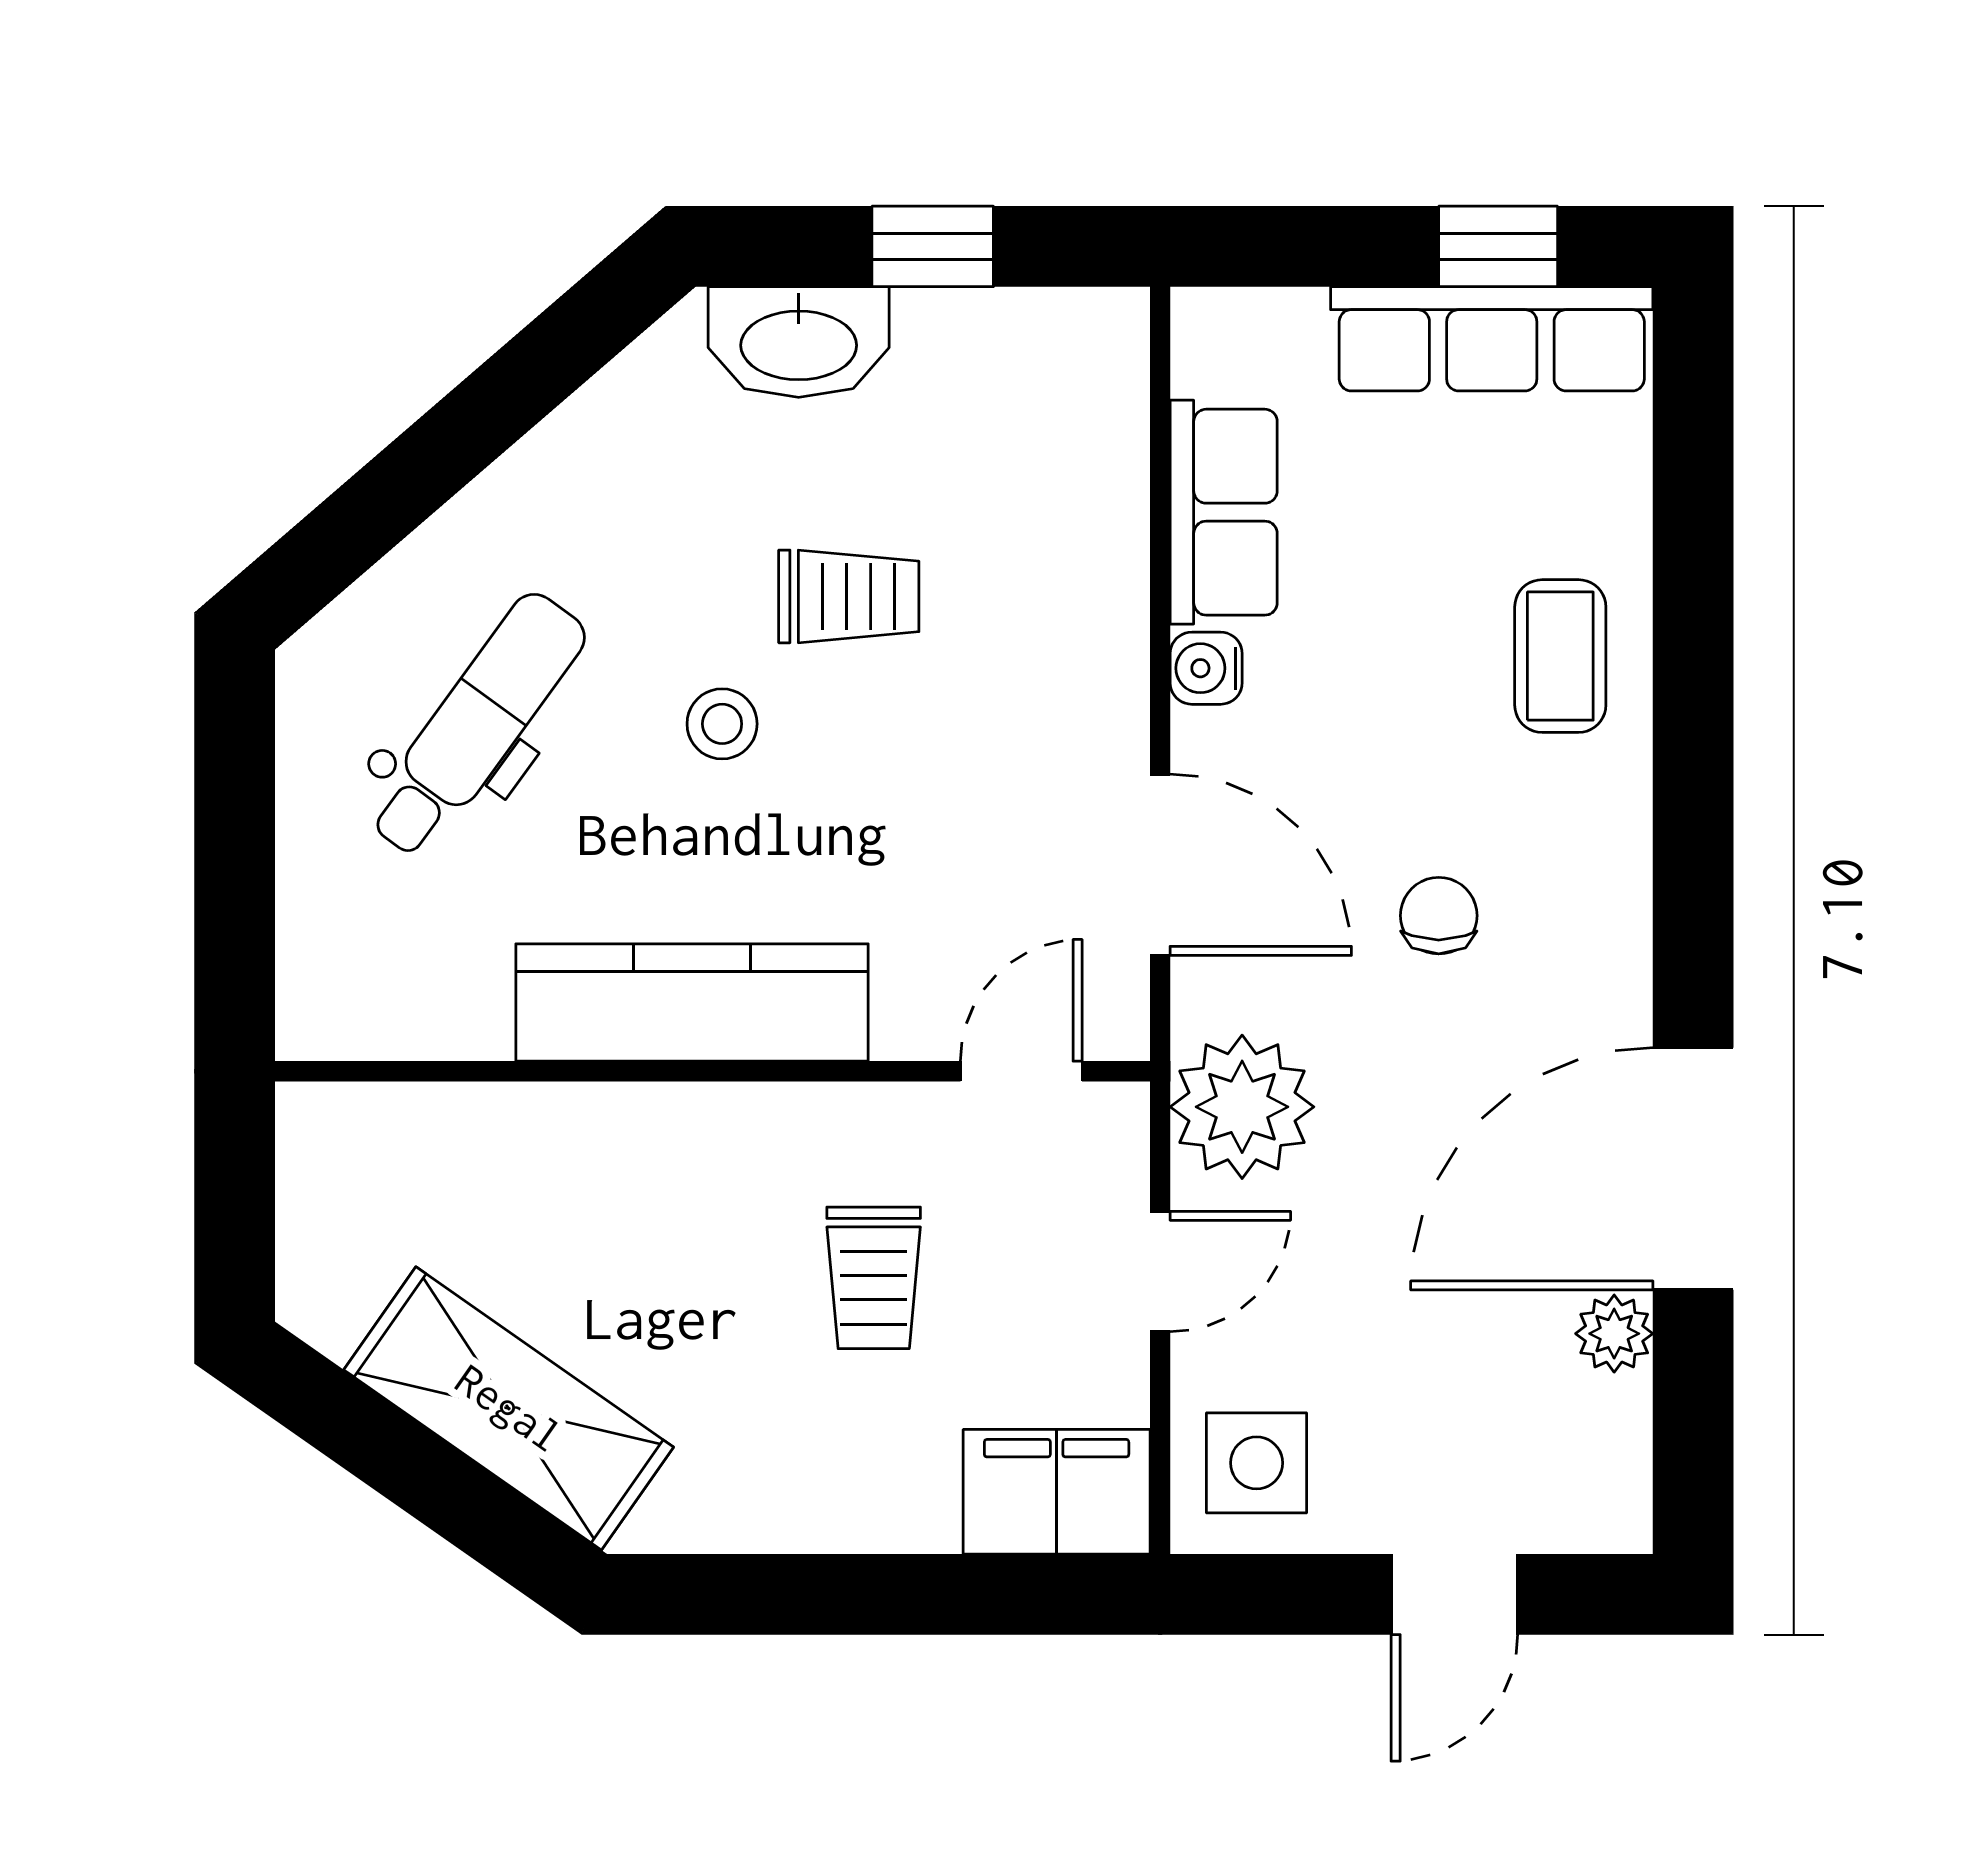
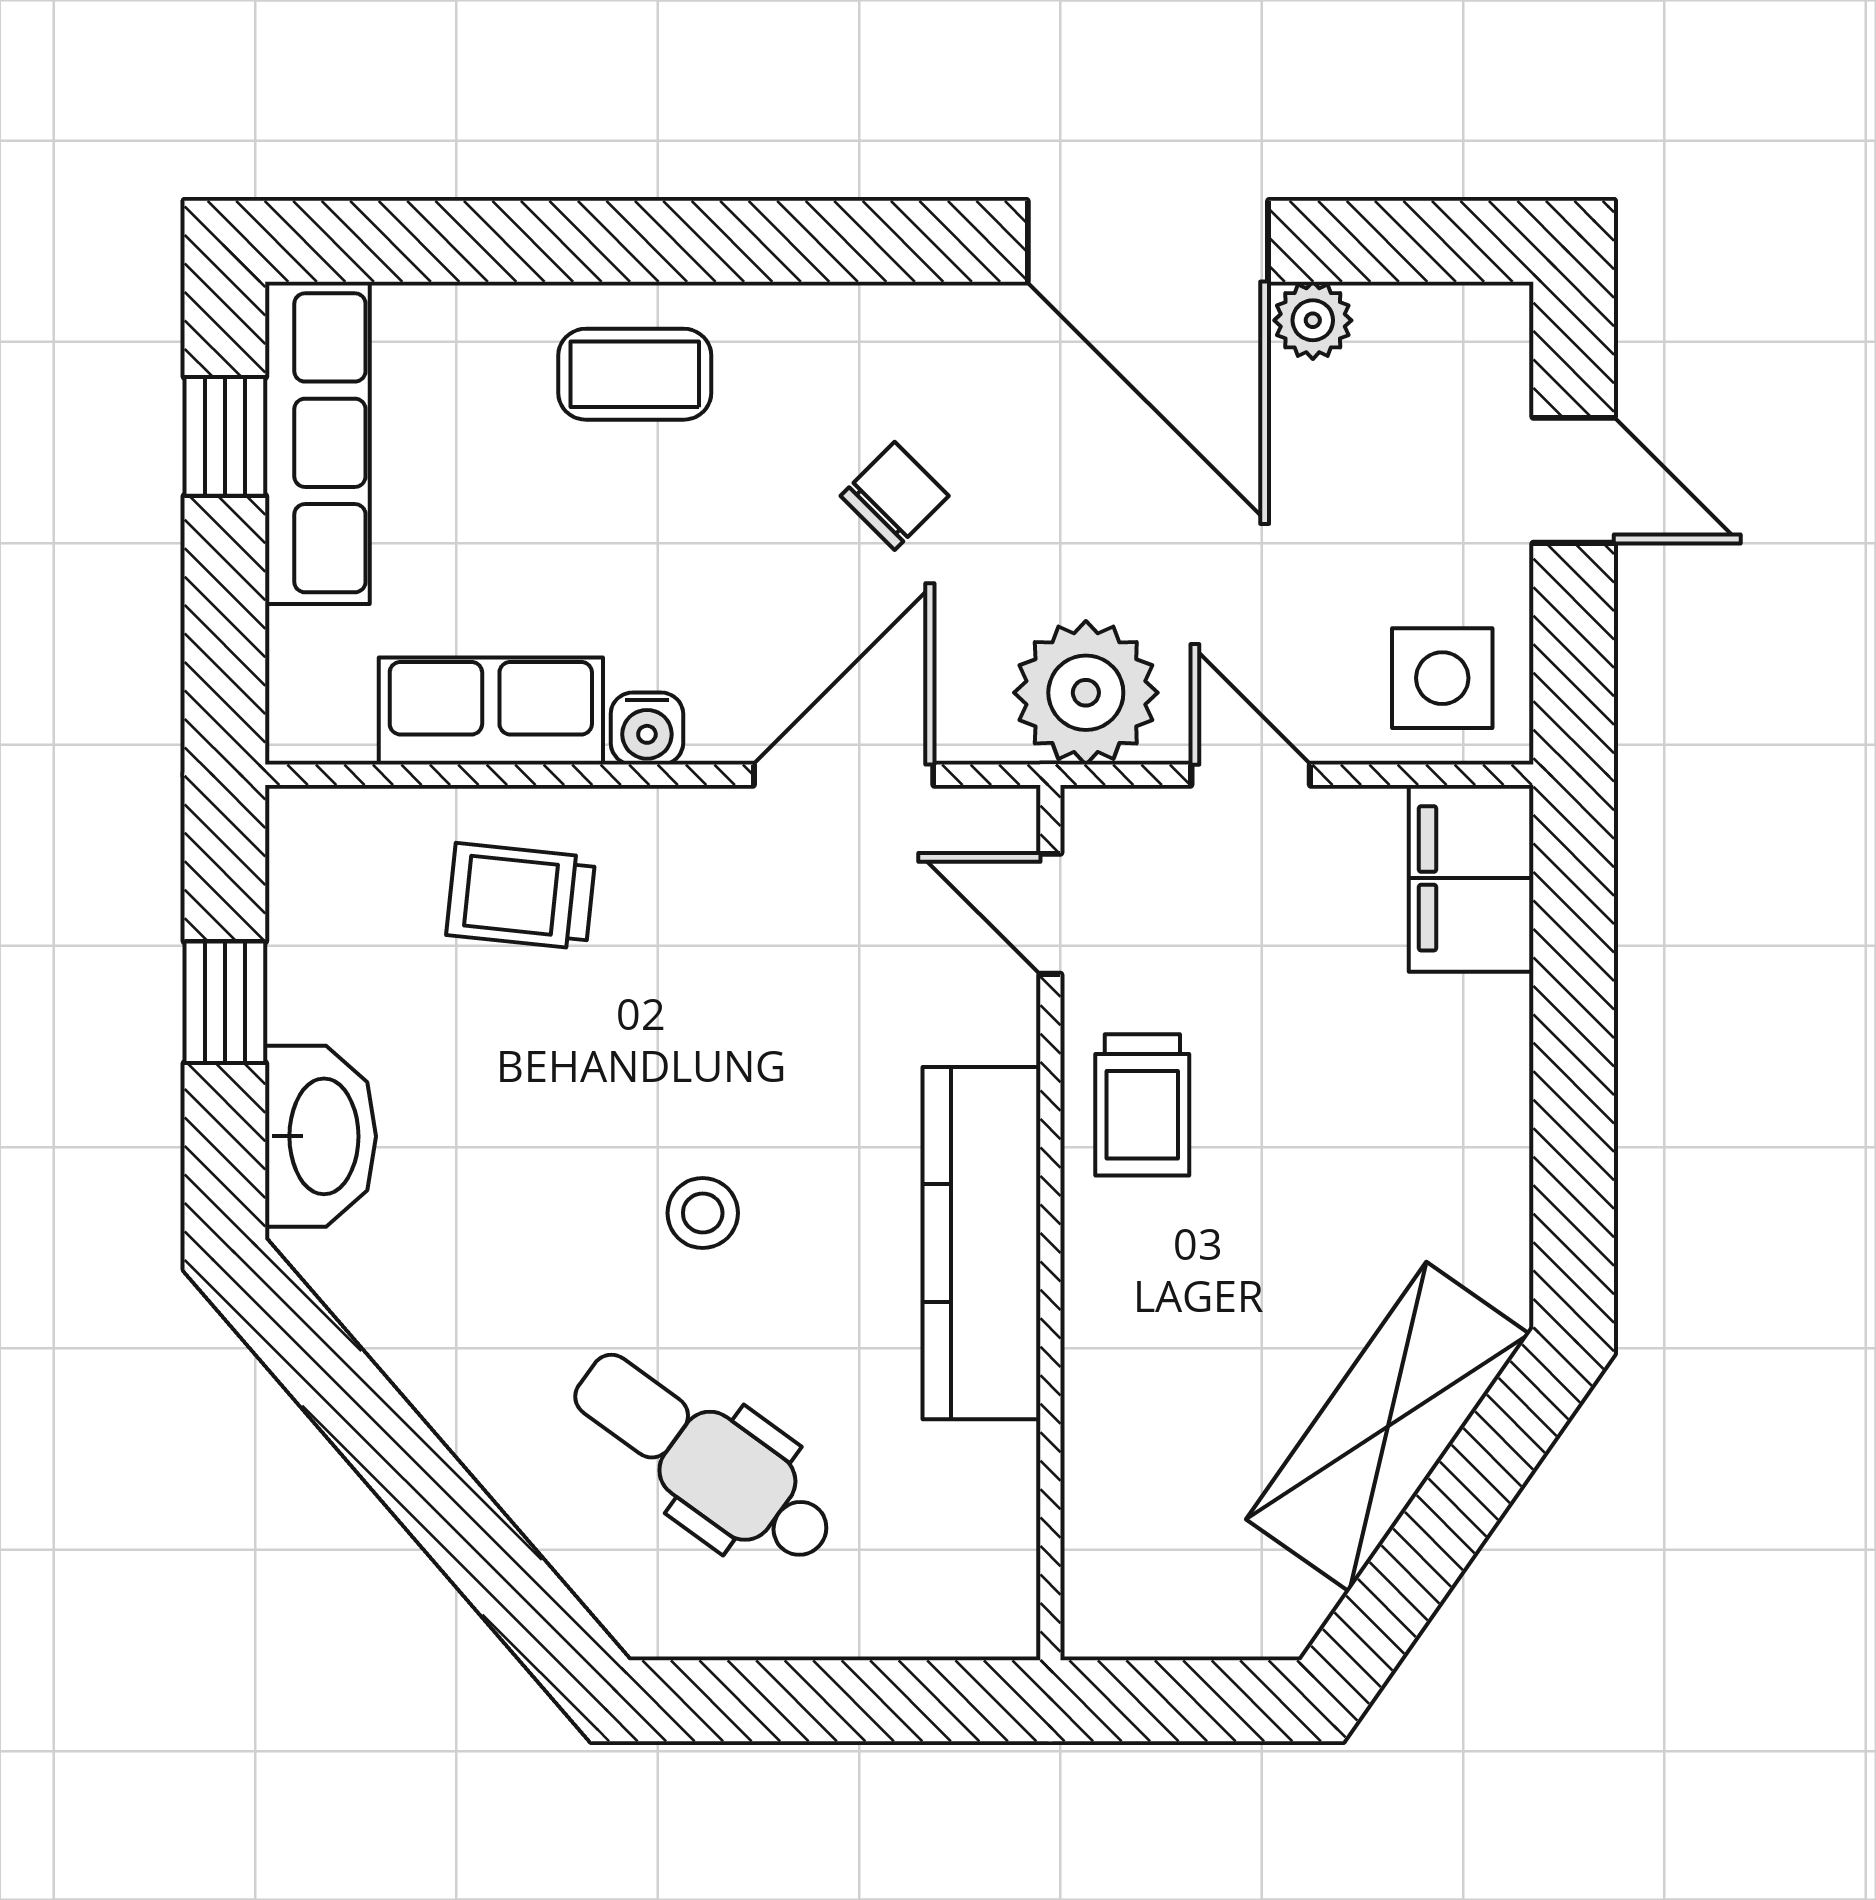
trolley: (849, 596) -> (521, 896), moved, turned -84
chair: (1439, 916) -> (895, 496), turned 135
trolley: (874, 1278) -> (1142, 1105), moved, turned 90

